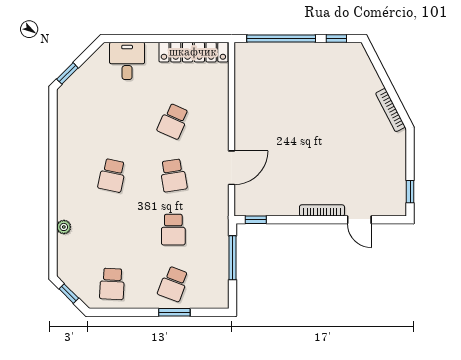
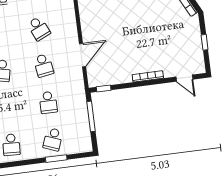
school desk: (173, 121) -> (39, 28), turned -48
window: (410, 192) -> (205, 42), moved
door: (359, 220) -> (184, 78), moved

